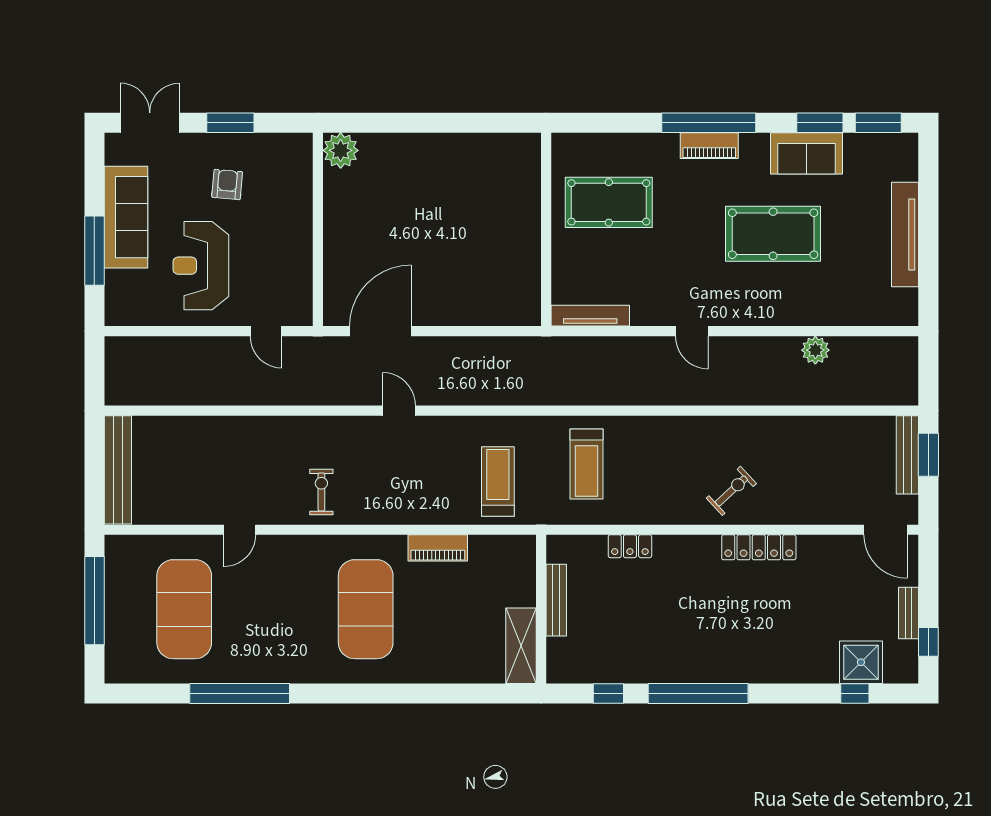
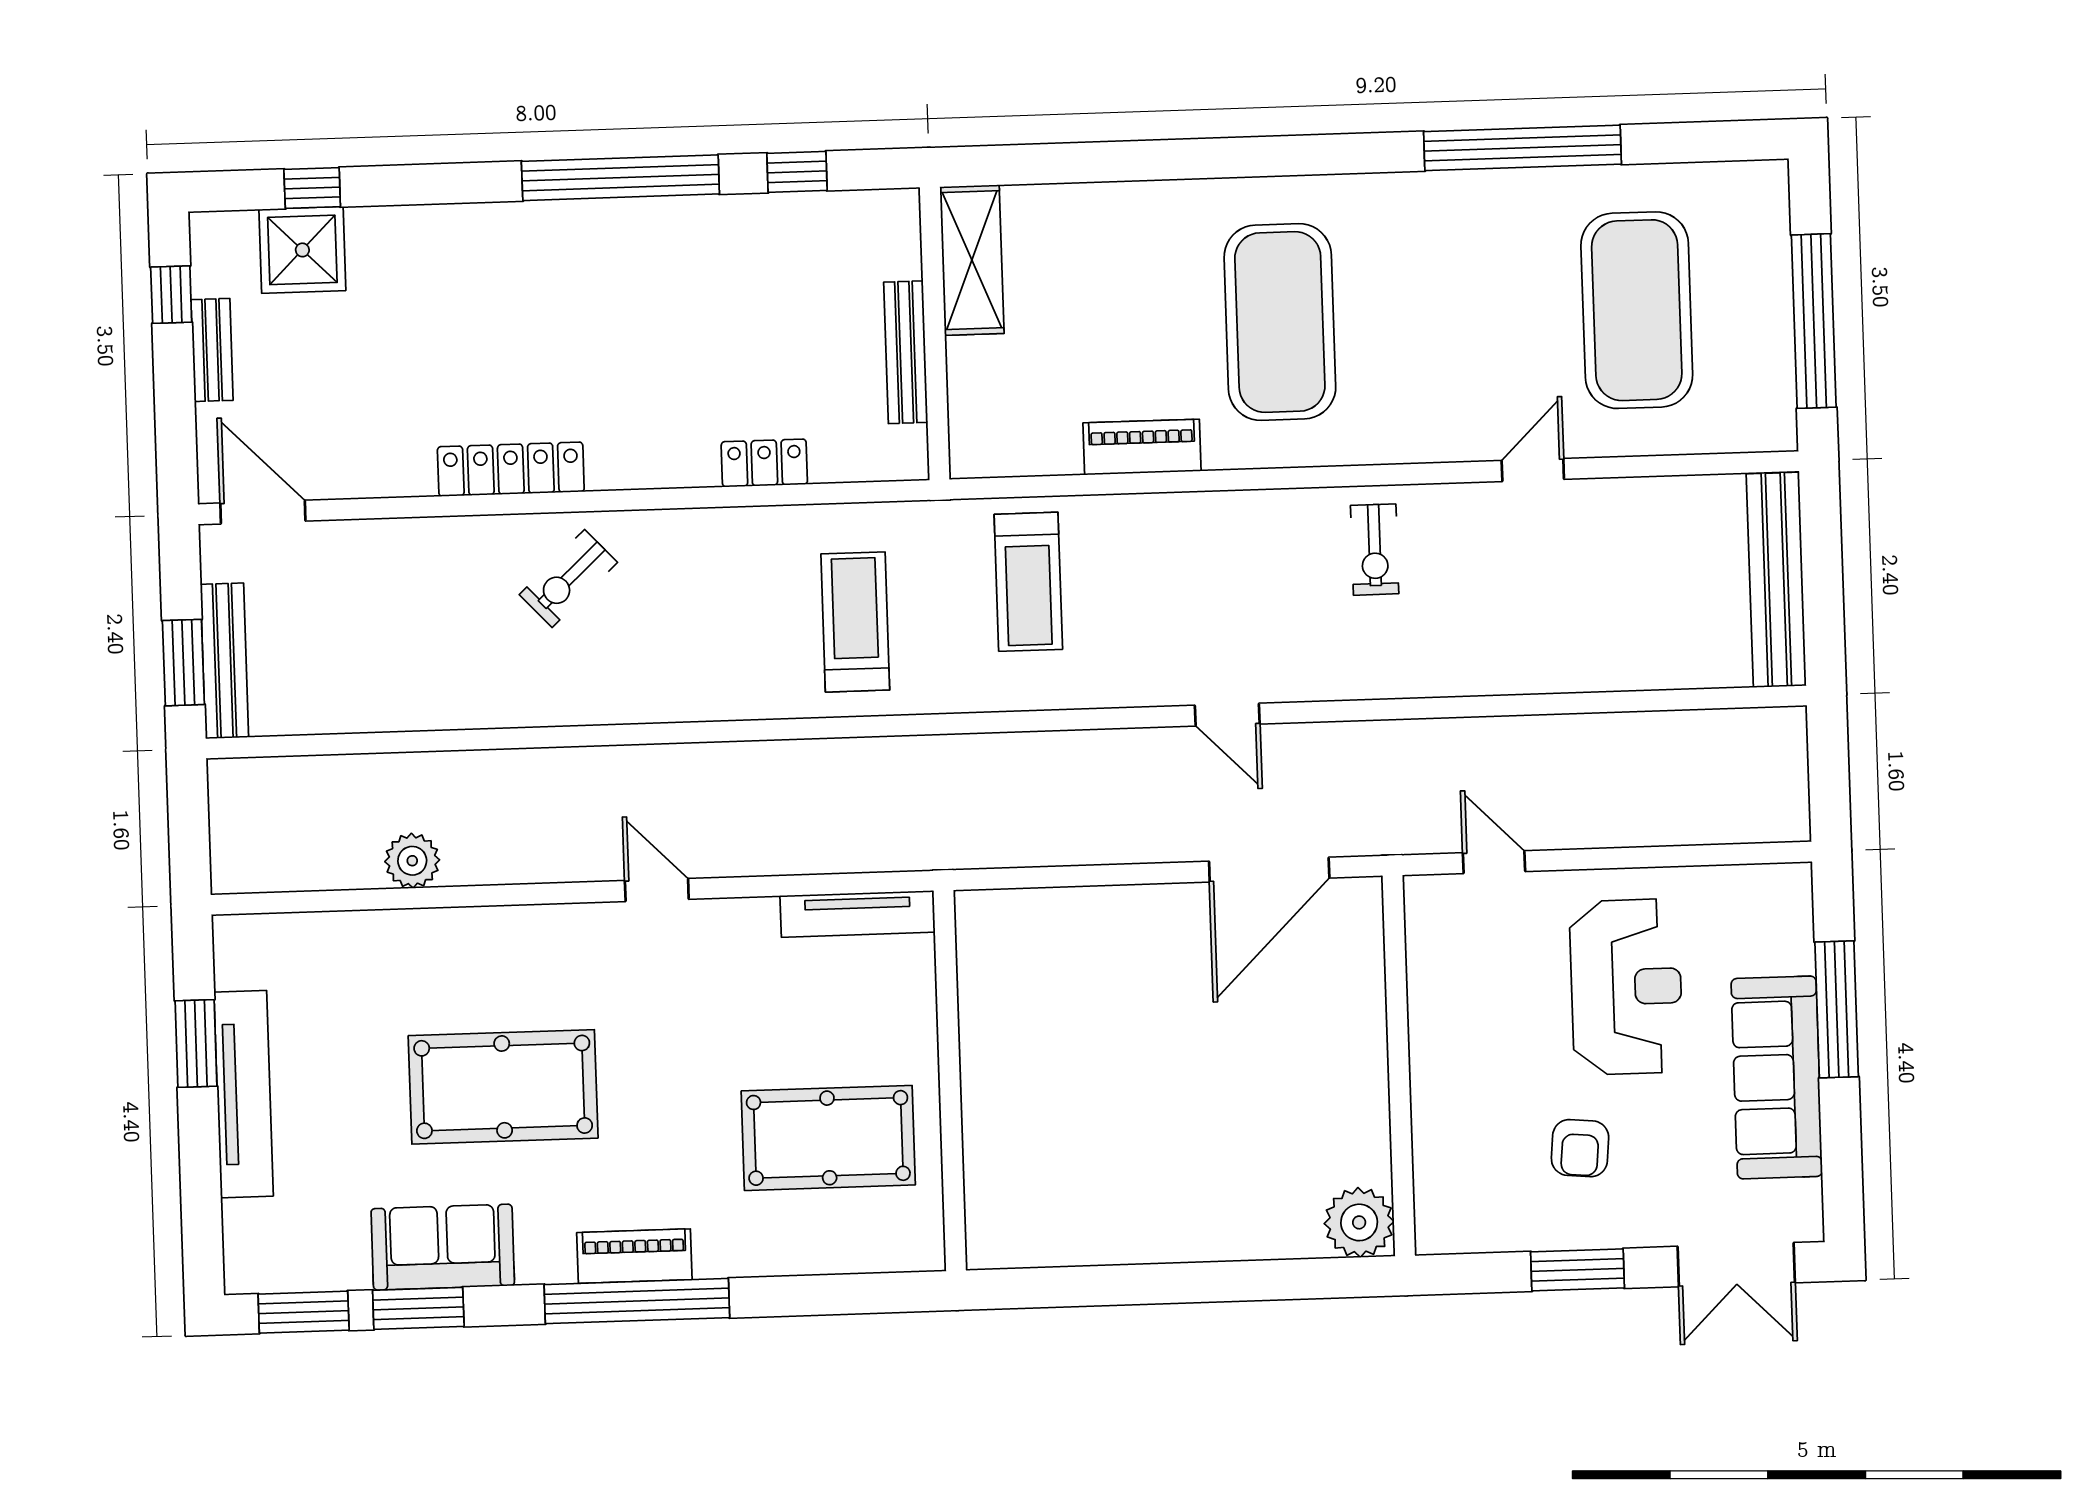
window: (928, 261) -> (196, 1044), added

